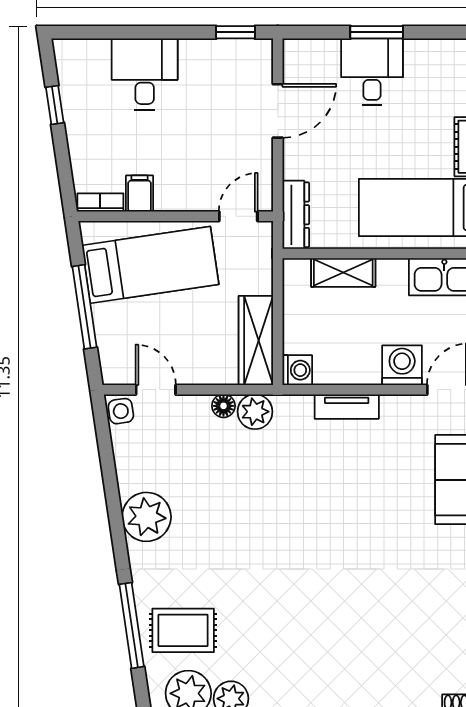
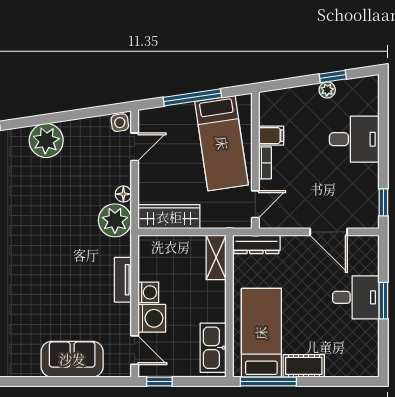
plant: (74, 113) -> (327, 90), added
bookcase: (100, 202) -> (265, 163), moved
door: (238, 216) -> (255, 204), hinge flipped
shelving: (343, 273) -> (216, 257), moved
washing machine: (297, 370) -> (148, 292), moved, turned -90
plant: (255, 412) -> (115, 220), width x1.36, depth x1.36

